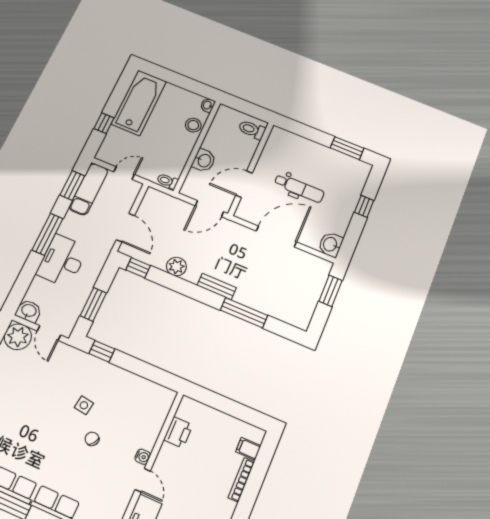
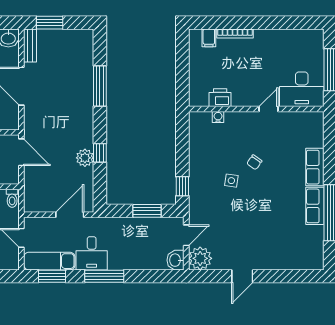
desk: (62, 261) -> (92, 253), moved, width x0.73
window: (138, 268) -> (100, 153), moved
bench: (217, 286) -> (30, 45), moved
water cooler: (143, 457) -> (218, 117), moved

